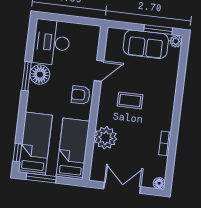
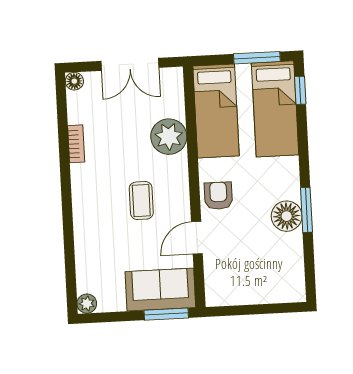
window: (158, 30) -> (166, 314), moved
desk: (51, 42) -> (277, 269), removed
sofa: (146, 44) -> (160, 290), moved
armchair: (81, 95) -> (218, 196), turned -90
coffee table: (130, 100) -> (141, 201), turned 90

